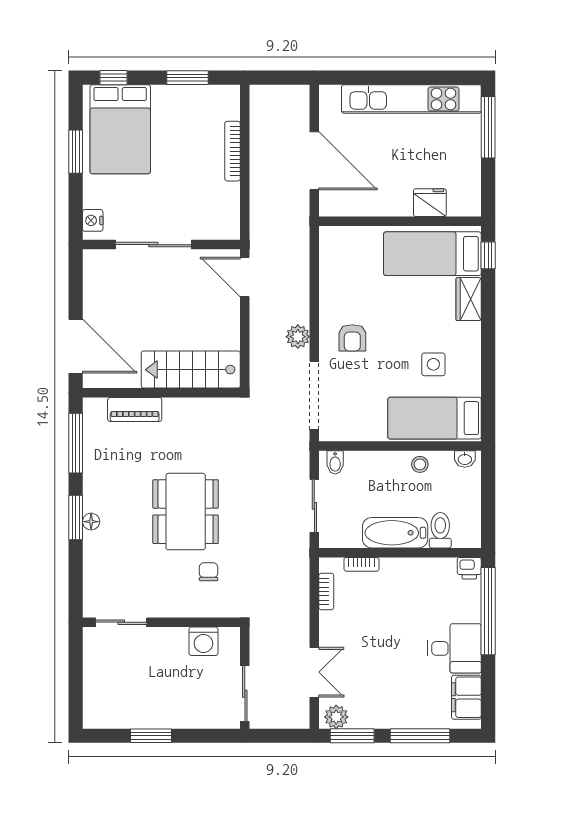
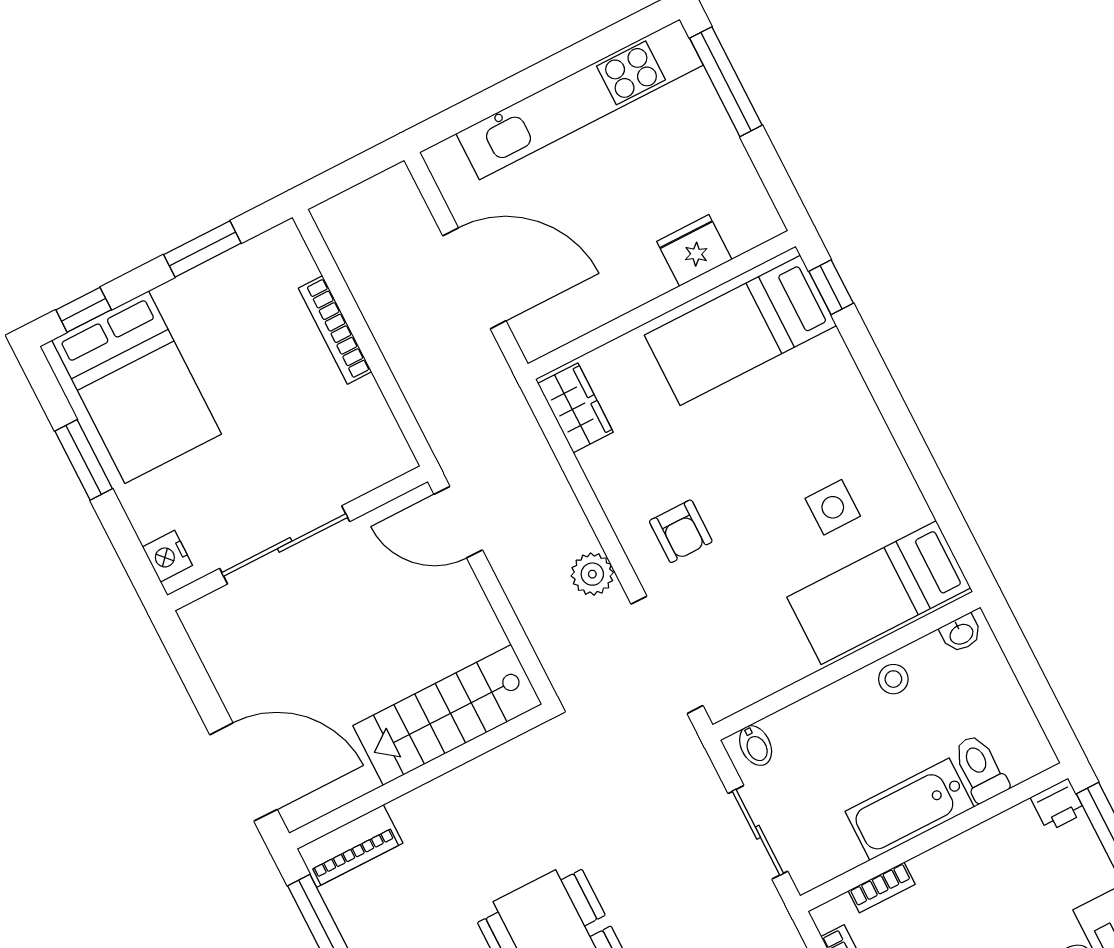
wardrobe: (469, 299) -> (575, 408), moved, turned 180
piano: (135, 409) -> (350, 846), moved

